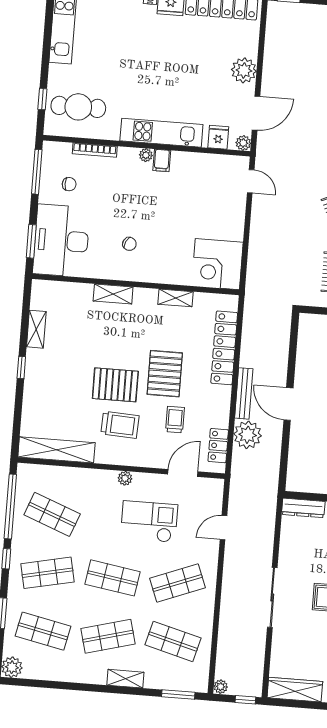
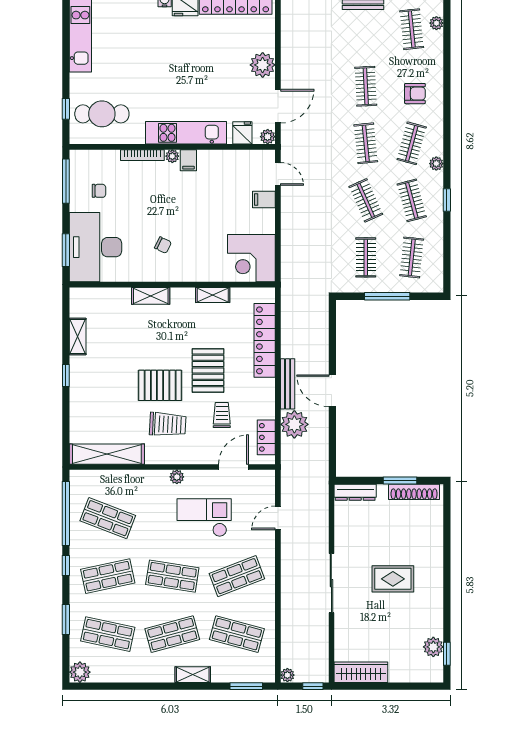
bookcase: (95, 150) -> (142, 155), moved
filing cabinet: (235, 206) -> (264, 200), added

